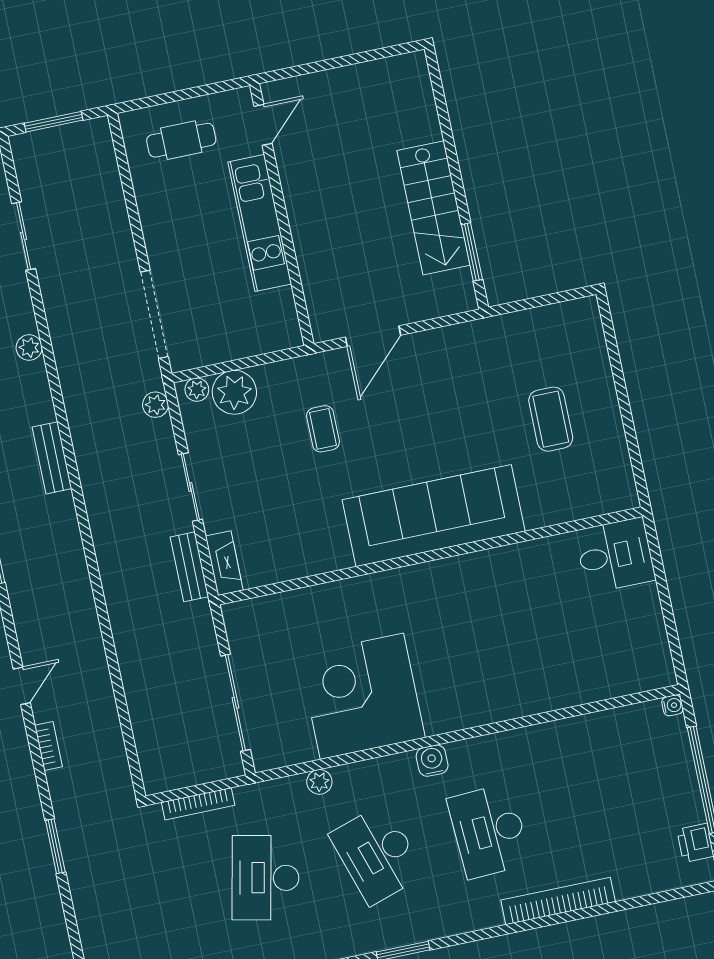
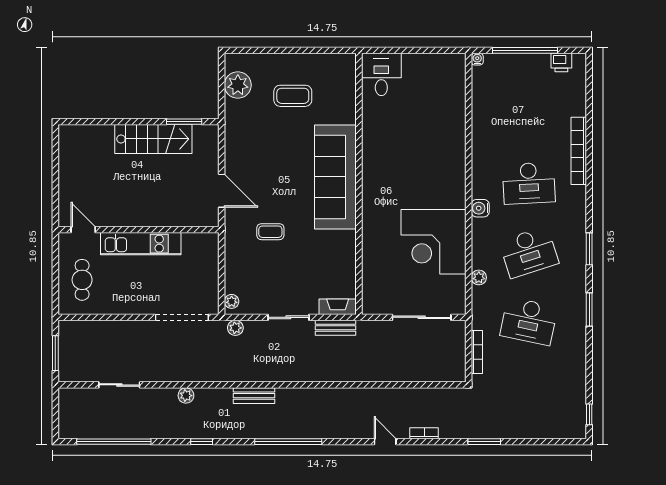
plant: (234, 392) -> (238, 85), moved

